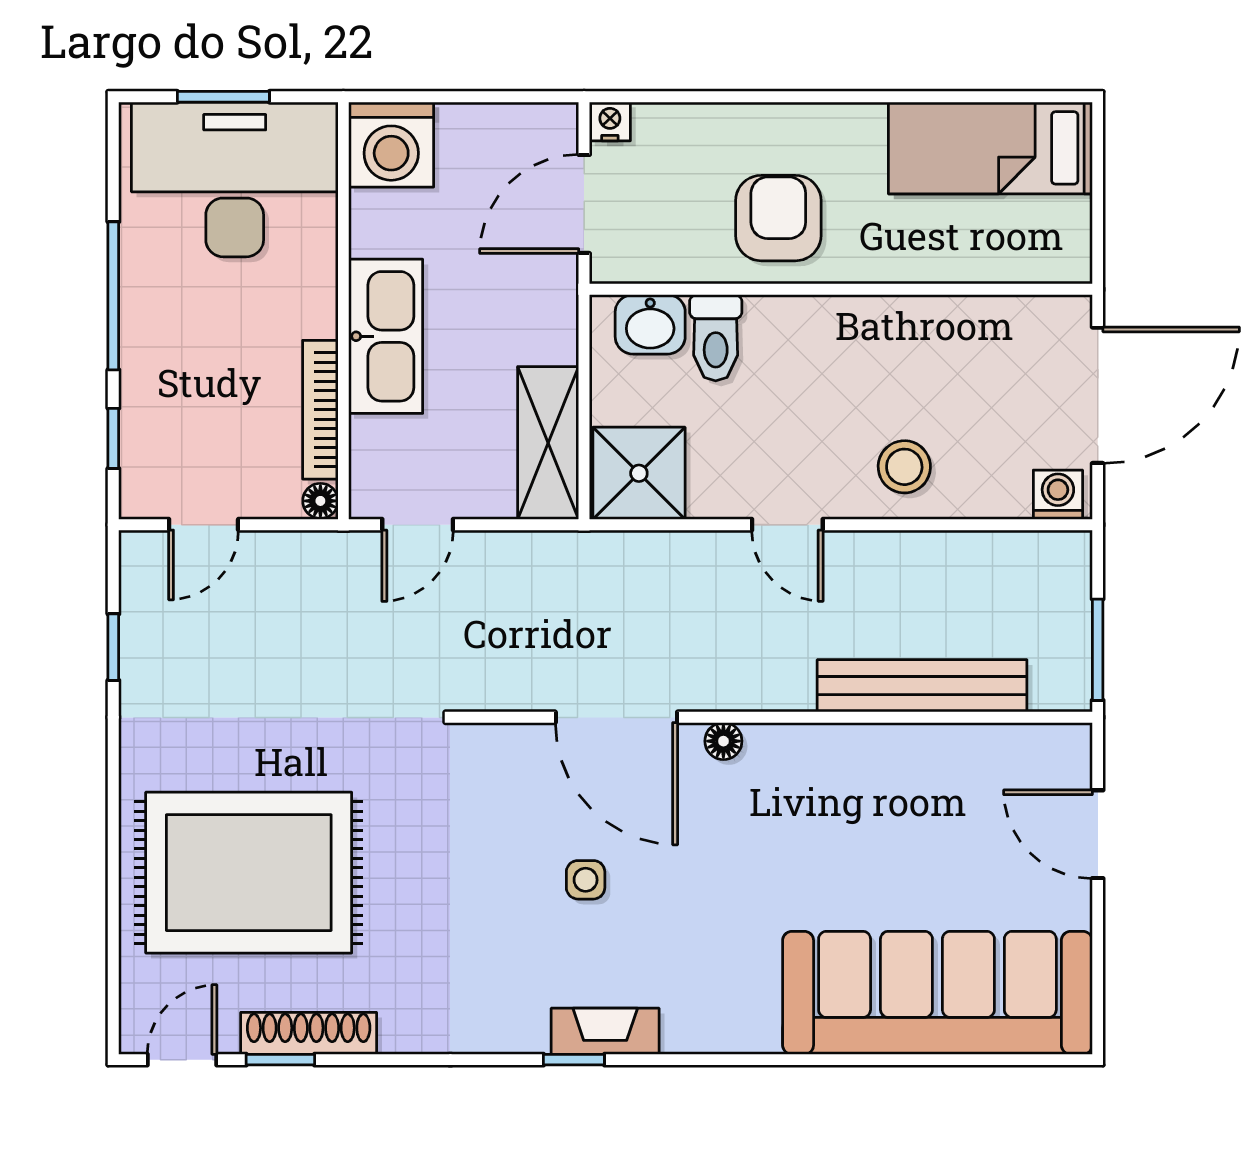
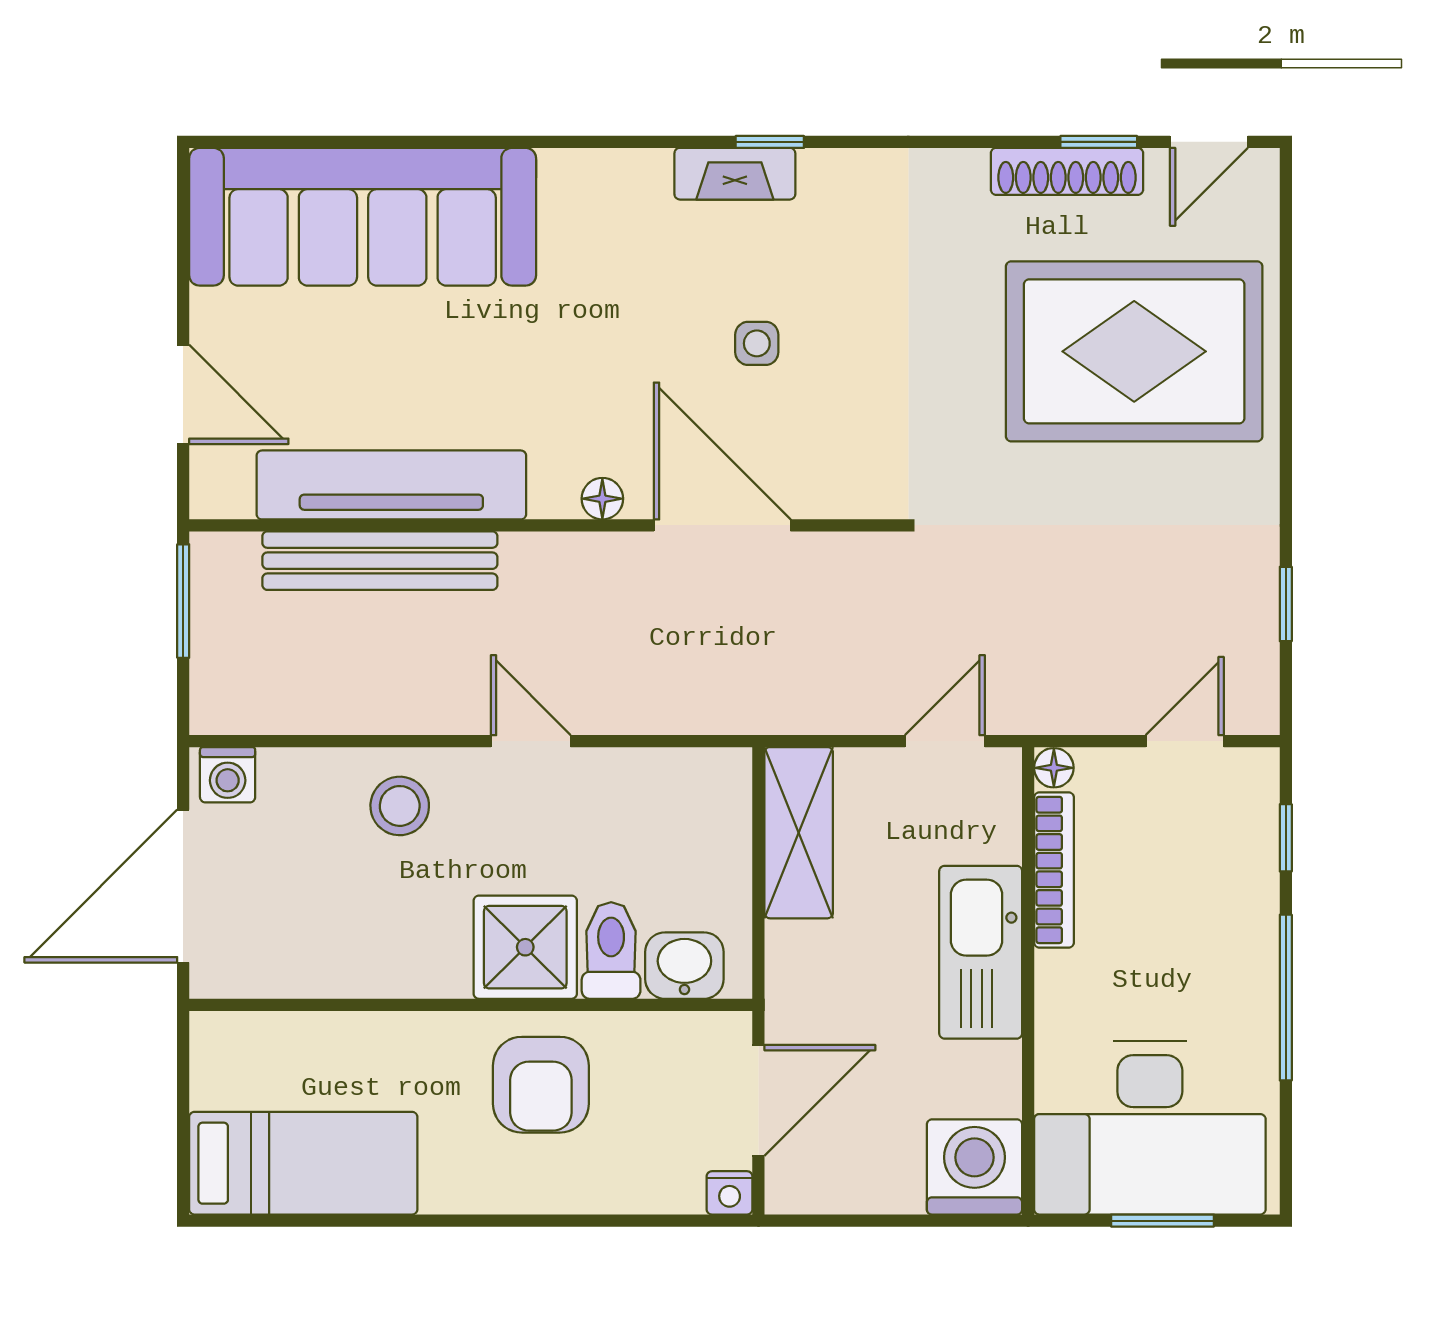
shower: (639, 473) -> (525, 947), moved
tv unit: (912, 753) -> (391, 485), added

